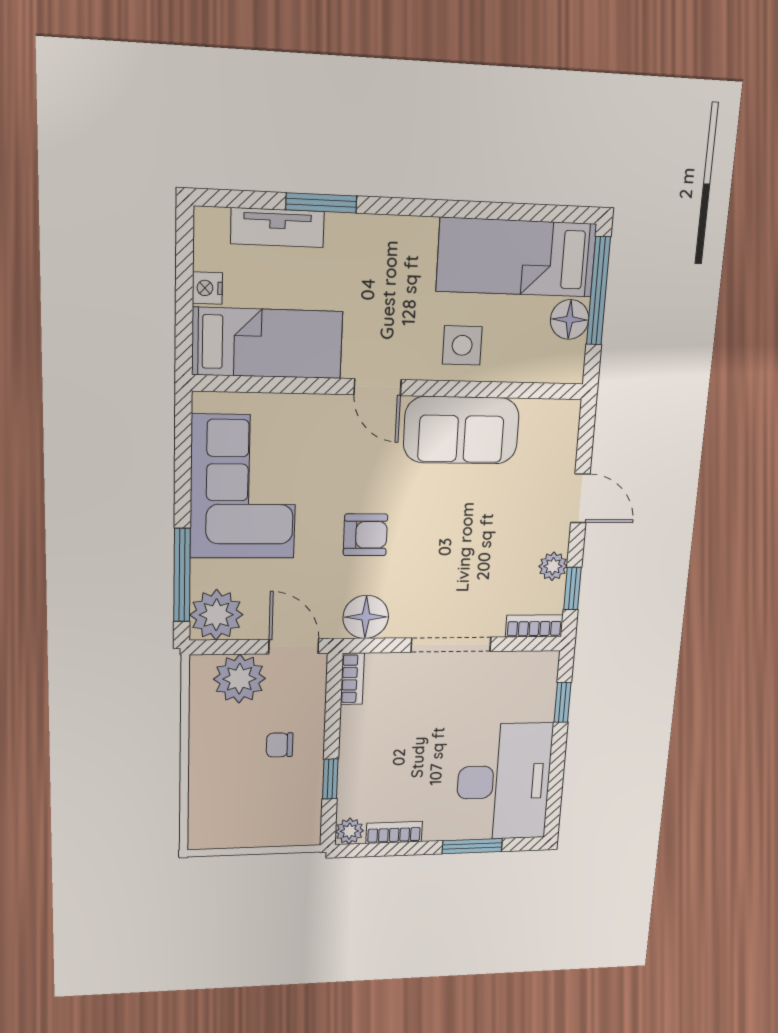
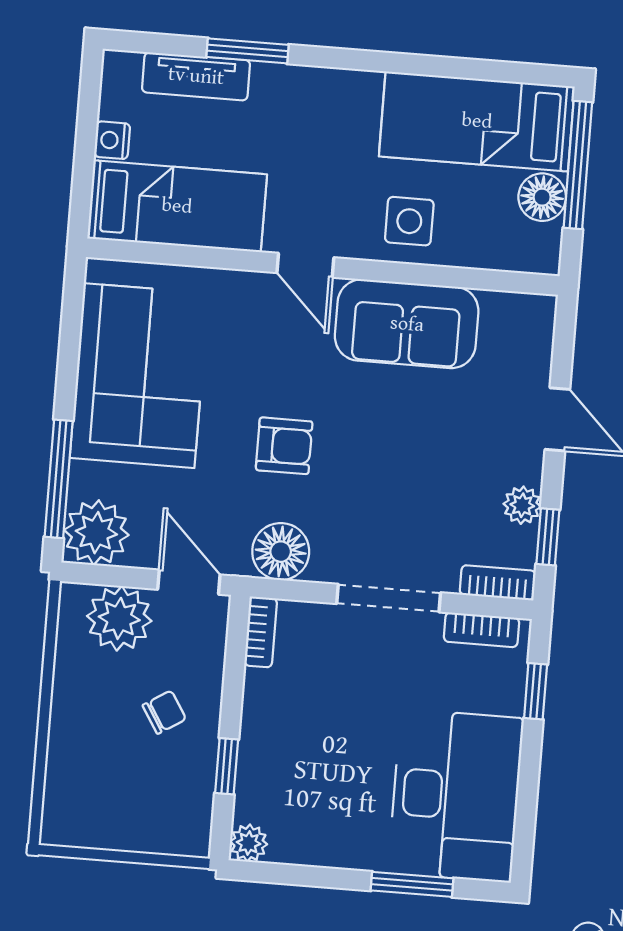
chair: (280, 745) -> (164, 712), turned 148
bookcase: (394, 832) -> (481, 630), moved, turned 180

